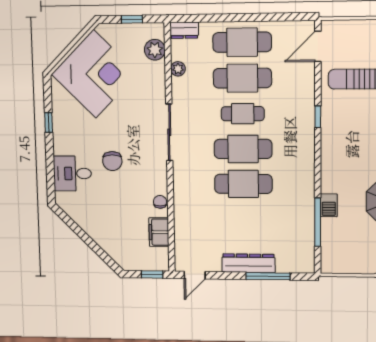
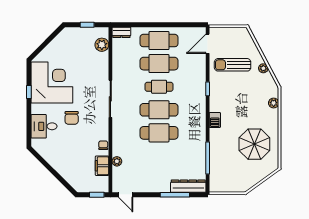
plant: (178, 69) -> (117, 161), moved
corner desk: (95, 74) -> (52, 82), moved, turned -45
barbecue: (329, 205) -> (215, 120), moved
dresser: (248, 263) -> (188, 186), moved
door: (195, 275) -> (126, 195), hinge flipped

